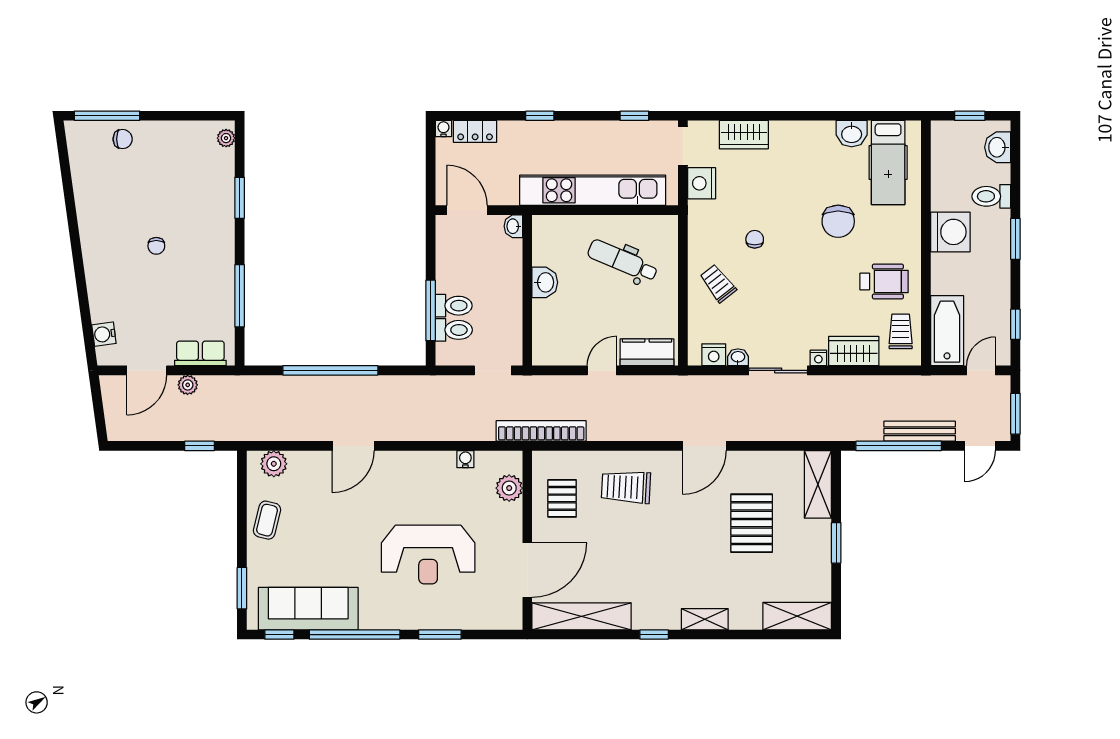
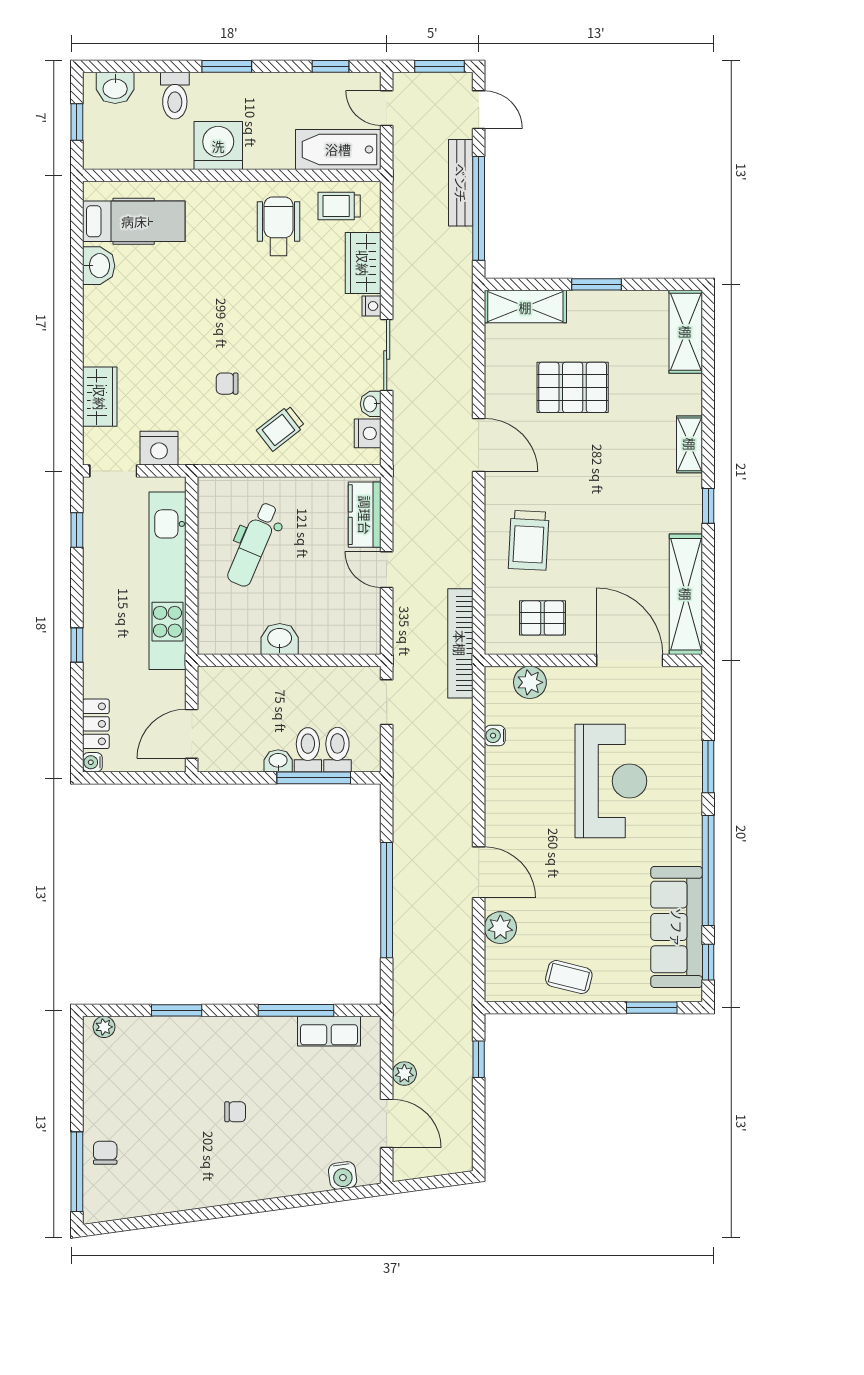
chair: (838, 221) -> (205, 282), removed
washbasin: (513, 226) -> (278, 761), moved, turned 180
row of seats: (200, 353) -> (329, 1031), moved, turned -90
plant: (274, 464) -> (500, 928), moved

